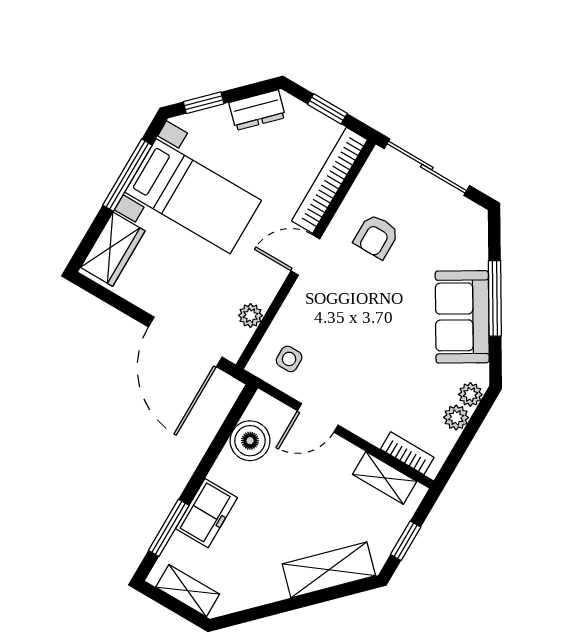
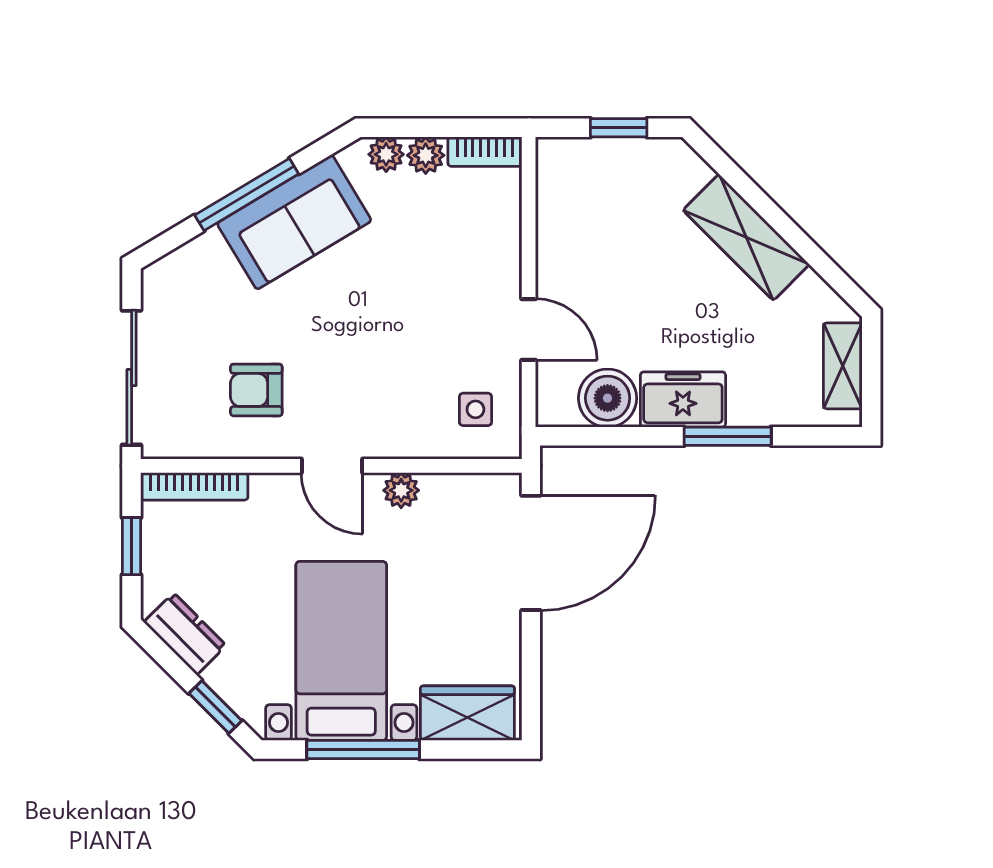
bookcase: (329, 180) -> (194, 486), width x0.68, depth x0.76
armchair: (376, 236) -> (256, 390), turned 180
plant: (250, 315) -> (401, 490), moved
bookcase: (407, 453) -> (485, 152), moved, turned -90
shelving: (385, 478) -> (555, 201), removed
freezer: (206, 513) -> (683, 400), moved
window: (169, 528) -> (728, 436), moved
shelving: (329, 570) -> (746, 237), moved

